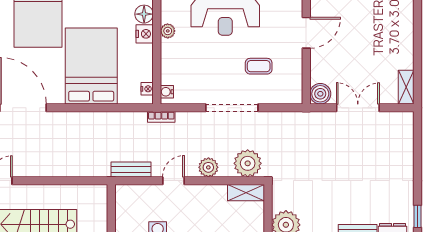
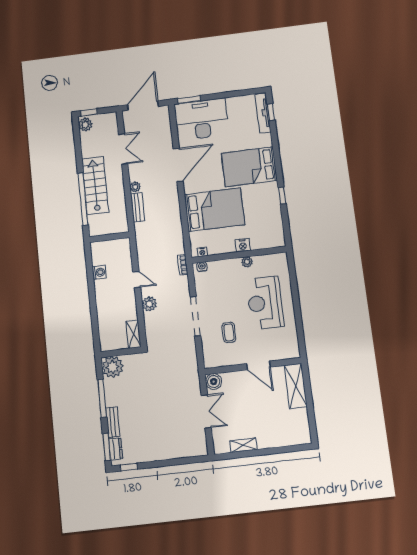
floor lamp: (144, 14) -> (257, 243), removed
shelving: (406, 87) -> (243, 445), moved
plant: (248, 163) -> (135, 187), moved, width x0.53, depth x0.53
bench: (131, 170) -> (137, 207), moved

